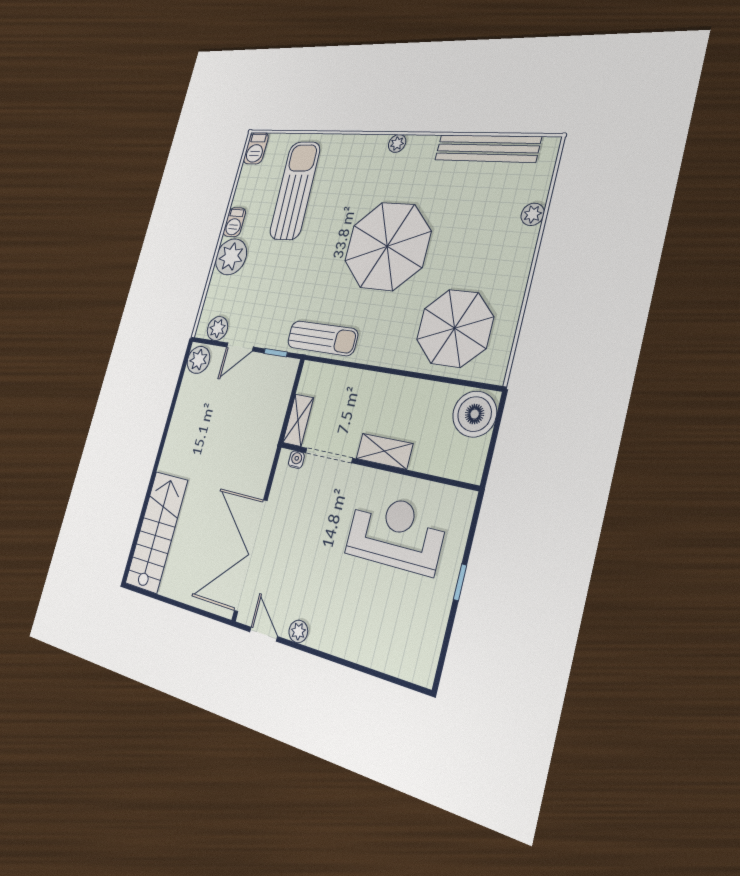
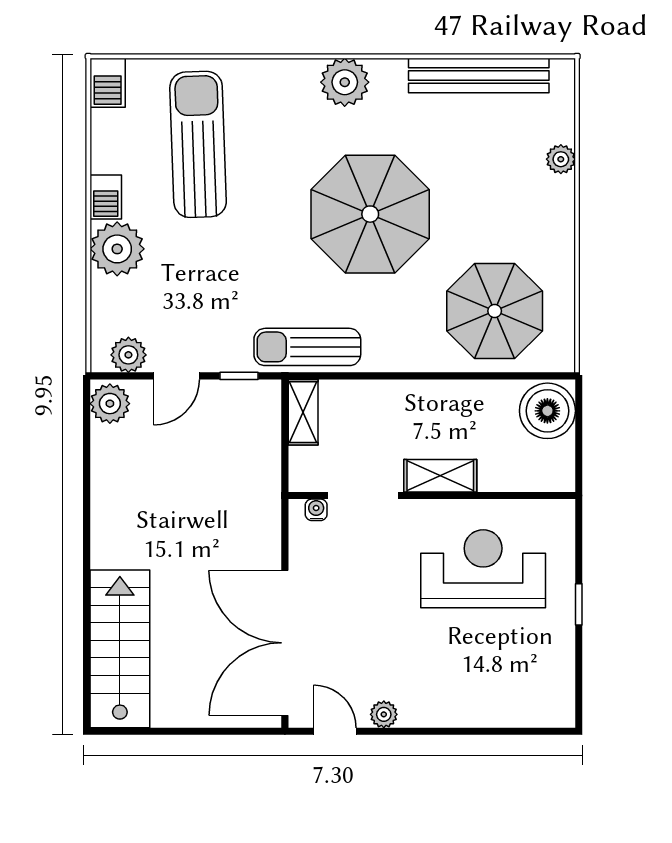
plant: (397, 143) -> (345, 82), width x1.88, depth x1.88
sun lounger: (322, 338) -> (307, 347), turned 180
shelving: (298, 420) -> (303, 412), moved

